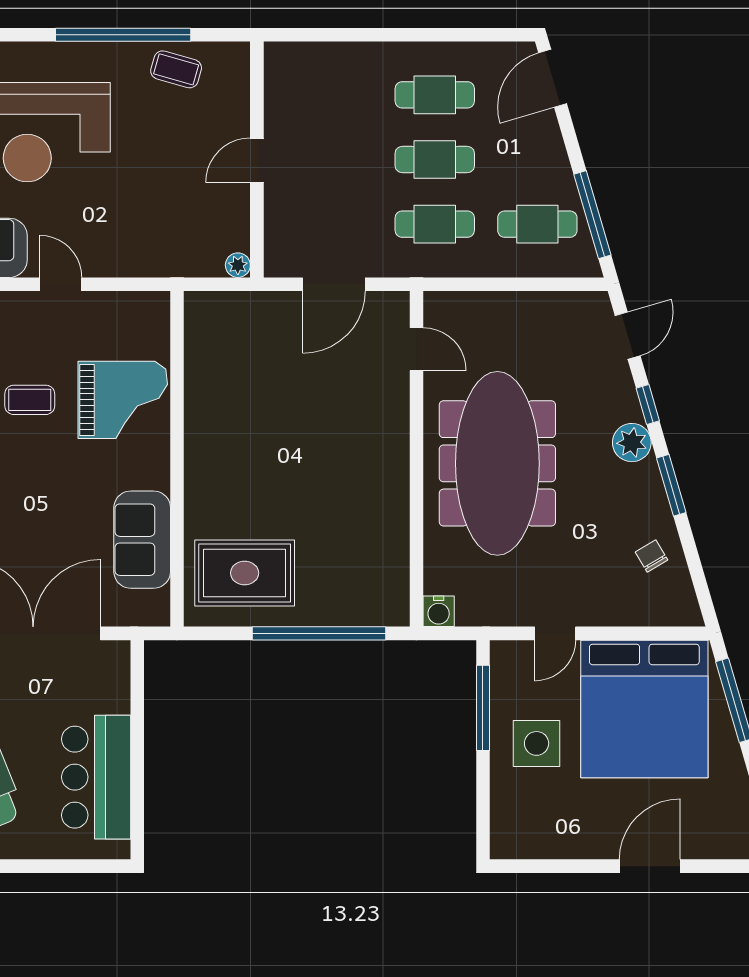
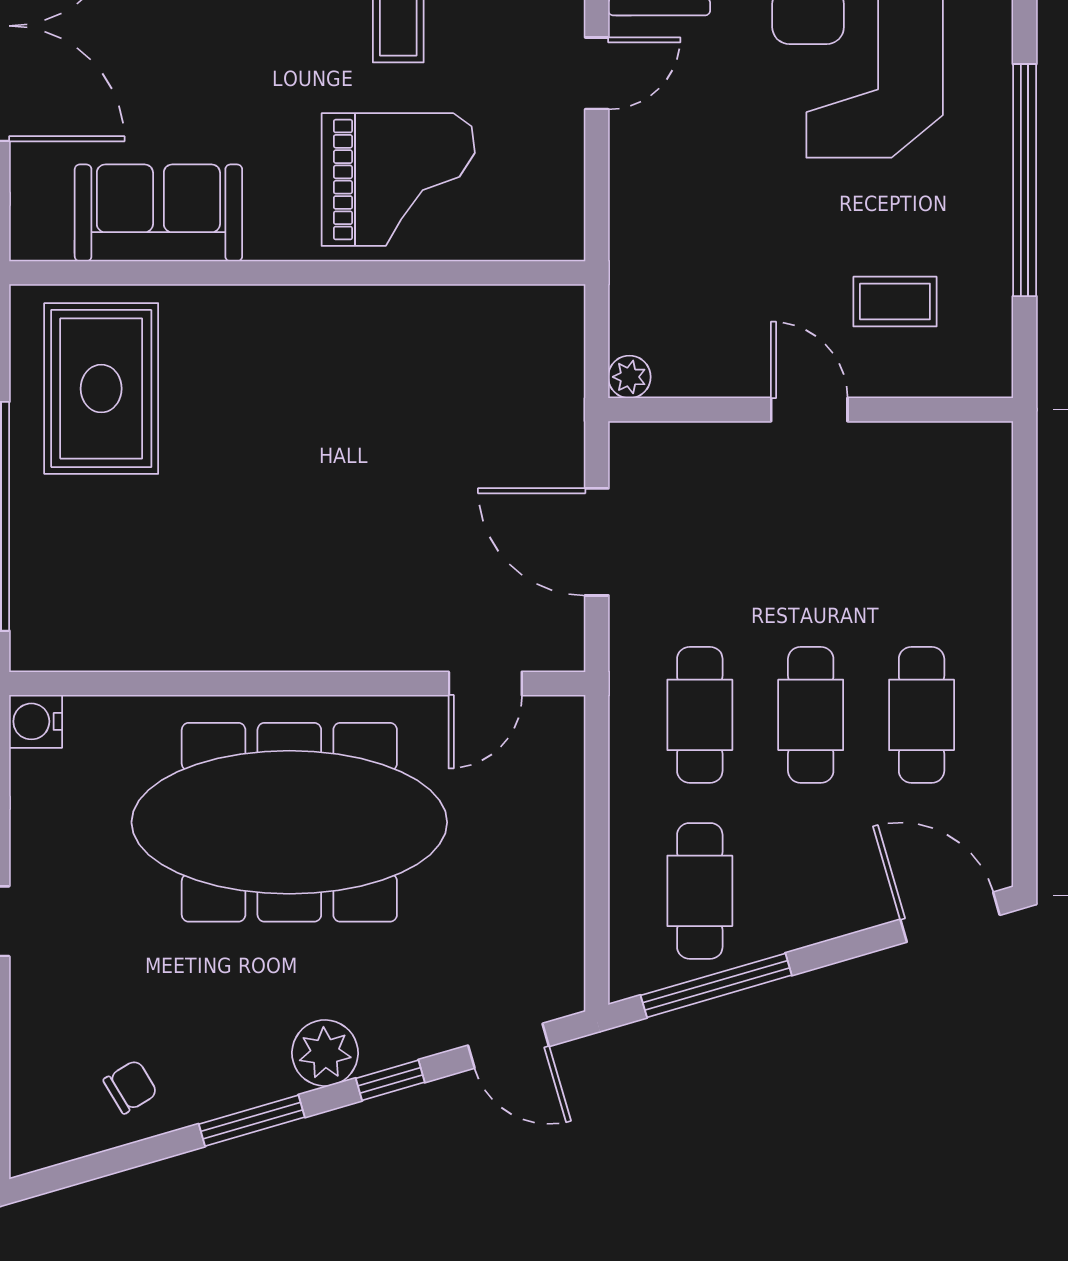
coffee table: (176, 69) -> (895, 302), moved, turned 74
grand piano: (123, 400) -> (398, 180), turned -90

